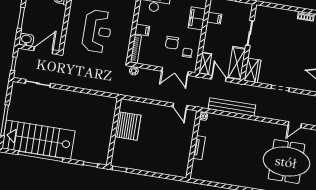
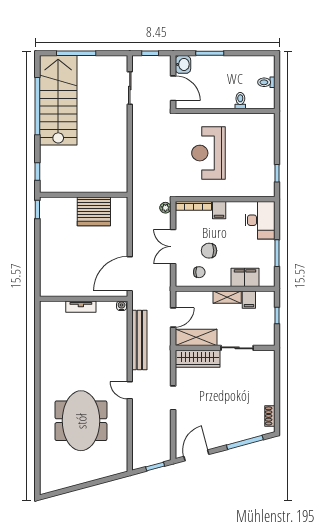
reception desk: (97, 31) -> (208, 153), turned 90
shelving: (205, 64) -> (227, 297), moved
wardrobe: (252, 70) -> (198, 359), width x1.50
double door: (175, 71) -> (173, 247), moved
door: (180, 106) -> (130, 274), width x1.87
door: (295, 125) -> (130, 390), moved

